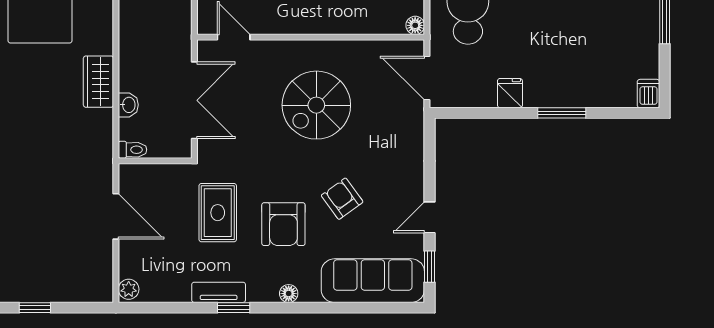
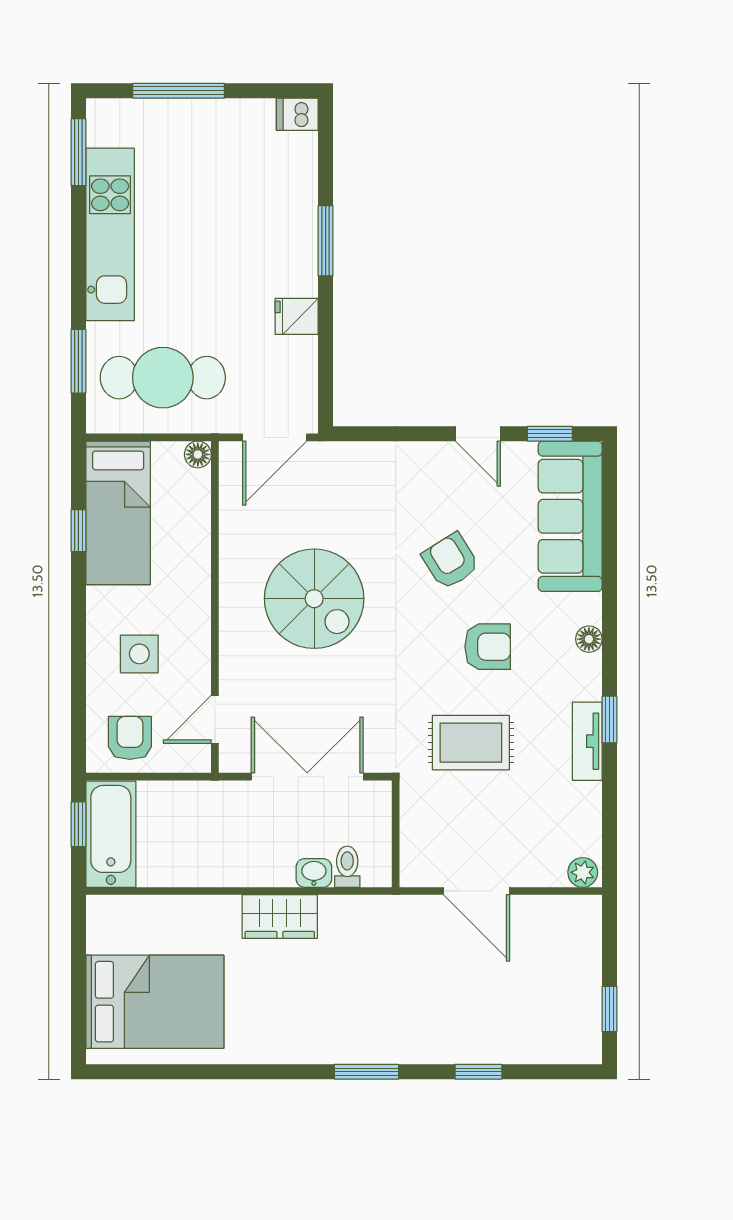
toilet: (133, 150) -> (347, 867), moved
armchair: (342, 199) -> (451, 561), turned 94
door: (116, 216) -> (476, 891), swing flipped
armchair: (283, 224) -> (488, 647), width x0.72, depth x0.72

